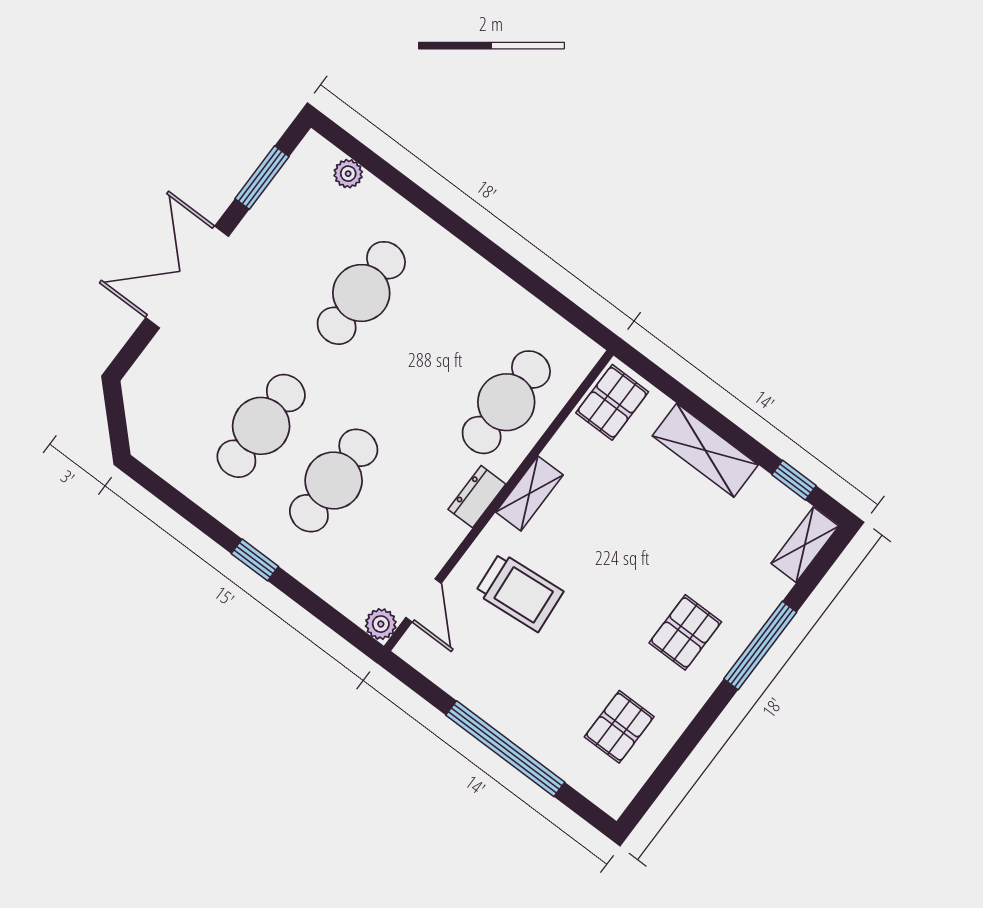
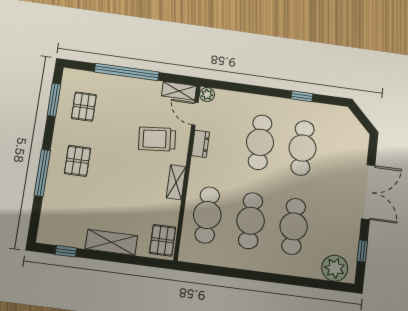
plant: (348, 174) -> (335, 268), width x1.88, depth x1.88
window: (262, 178) -> (362, 251), width x0.67
cafe table: (434, 348) -> (251, 221), added
dresser: (477, 497) -> (200, 144), moved
shelving: (805, 545) -> (179, 91), moved, turned 90
window: (255, 560) -> (302, 96), moved
window: (667, 770) -> (54, 100), added

